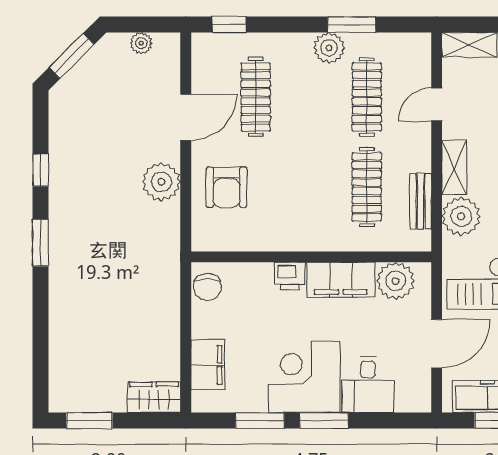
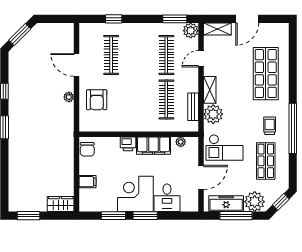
window: (229, 24) -> (114, 19), moved
window: (352, 24) -> (175, 19), moved
plant: (141, 43) -> (54, 28), removed
plant: (329, 48) -> (191, 31), moved
door: (186, 117) -> (76, 65), swing flipped
plant: (161, 182) -> (69, 97), width x0.53, depth x0.53
plant: (396, 281) -> (181, 142), width x0.53, depth x0.53
filing cabinet: (208, 365) -> (87, 182), width x0.50

